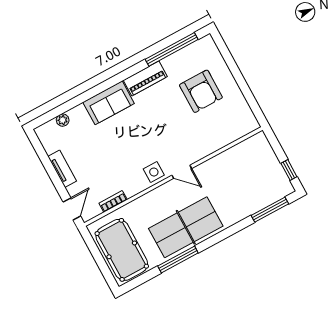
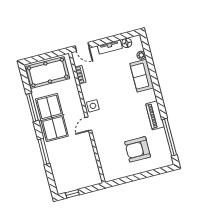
sofa: (109, 103) -> (142, 76), moved
floor lamp: (50, 146) -> (127, 43), added
window: (270, 210) -> (44, 151), moved

